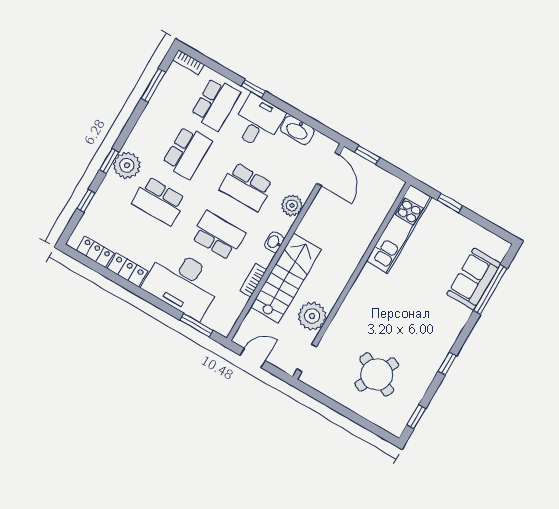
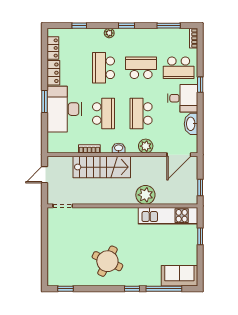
school desk: (187, 153) -> (141, 68), turned 180
window: (367, 155) -> (200, 187), moved
window: (109, 161) -> (126, 26), moved
plant: (127, 165) -> (109, 33), width x0.53, depth x0.53
sofa: (474, 279) -> (179, 276), moved
plant: (312, 316) -> (145, 195), moved
window: (196, 325) -> (45, 102), moved
door: (253, 358) -> (45, 175), swing flipped
window: (447, 363) -> (132, 289), moved
round table: (377, 374) -> (107, 261), moved

